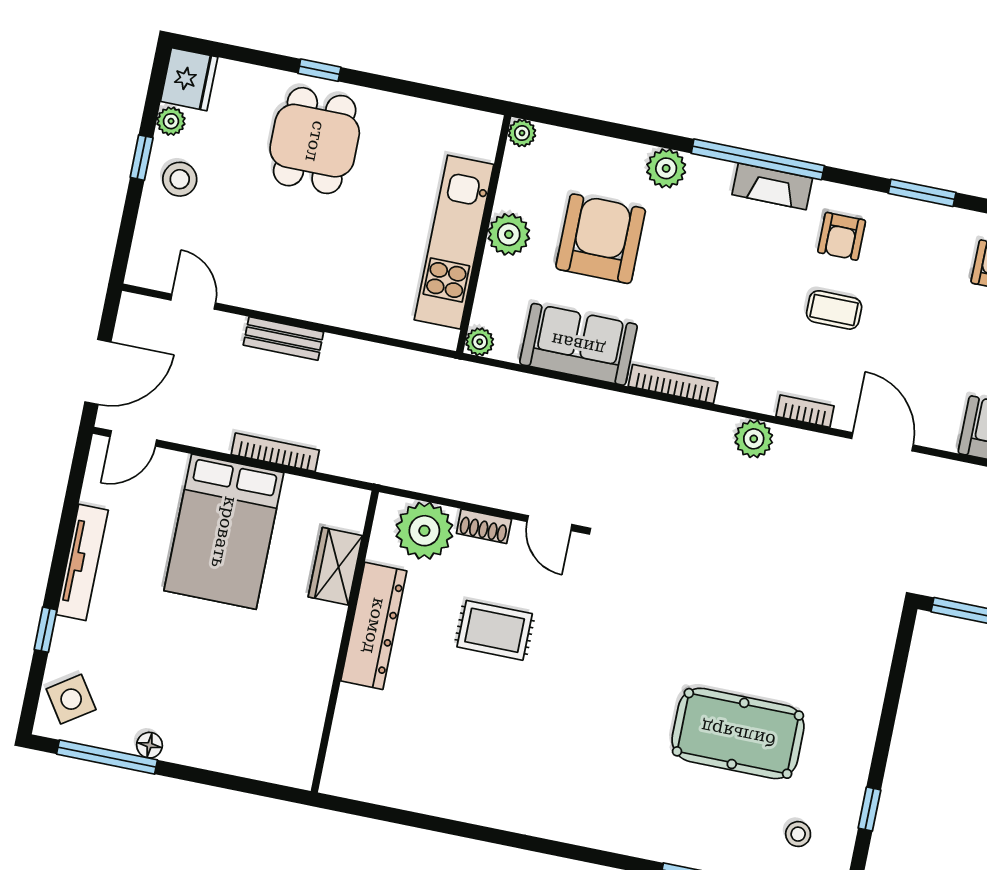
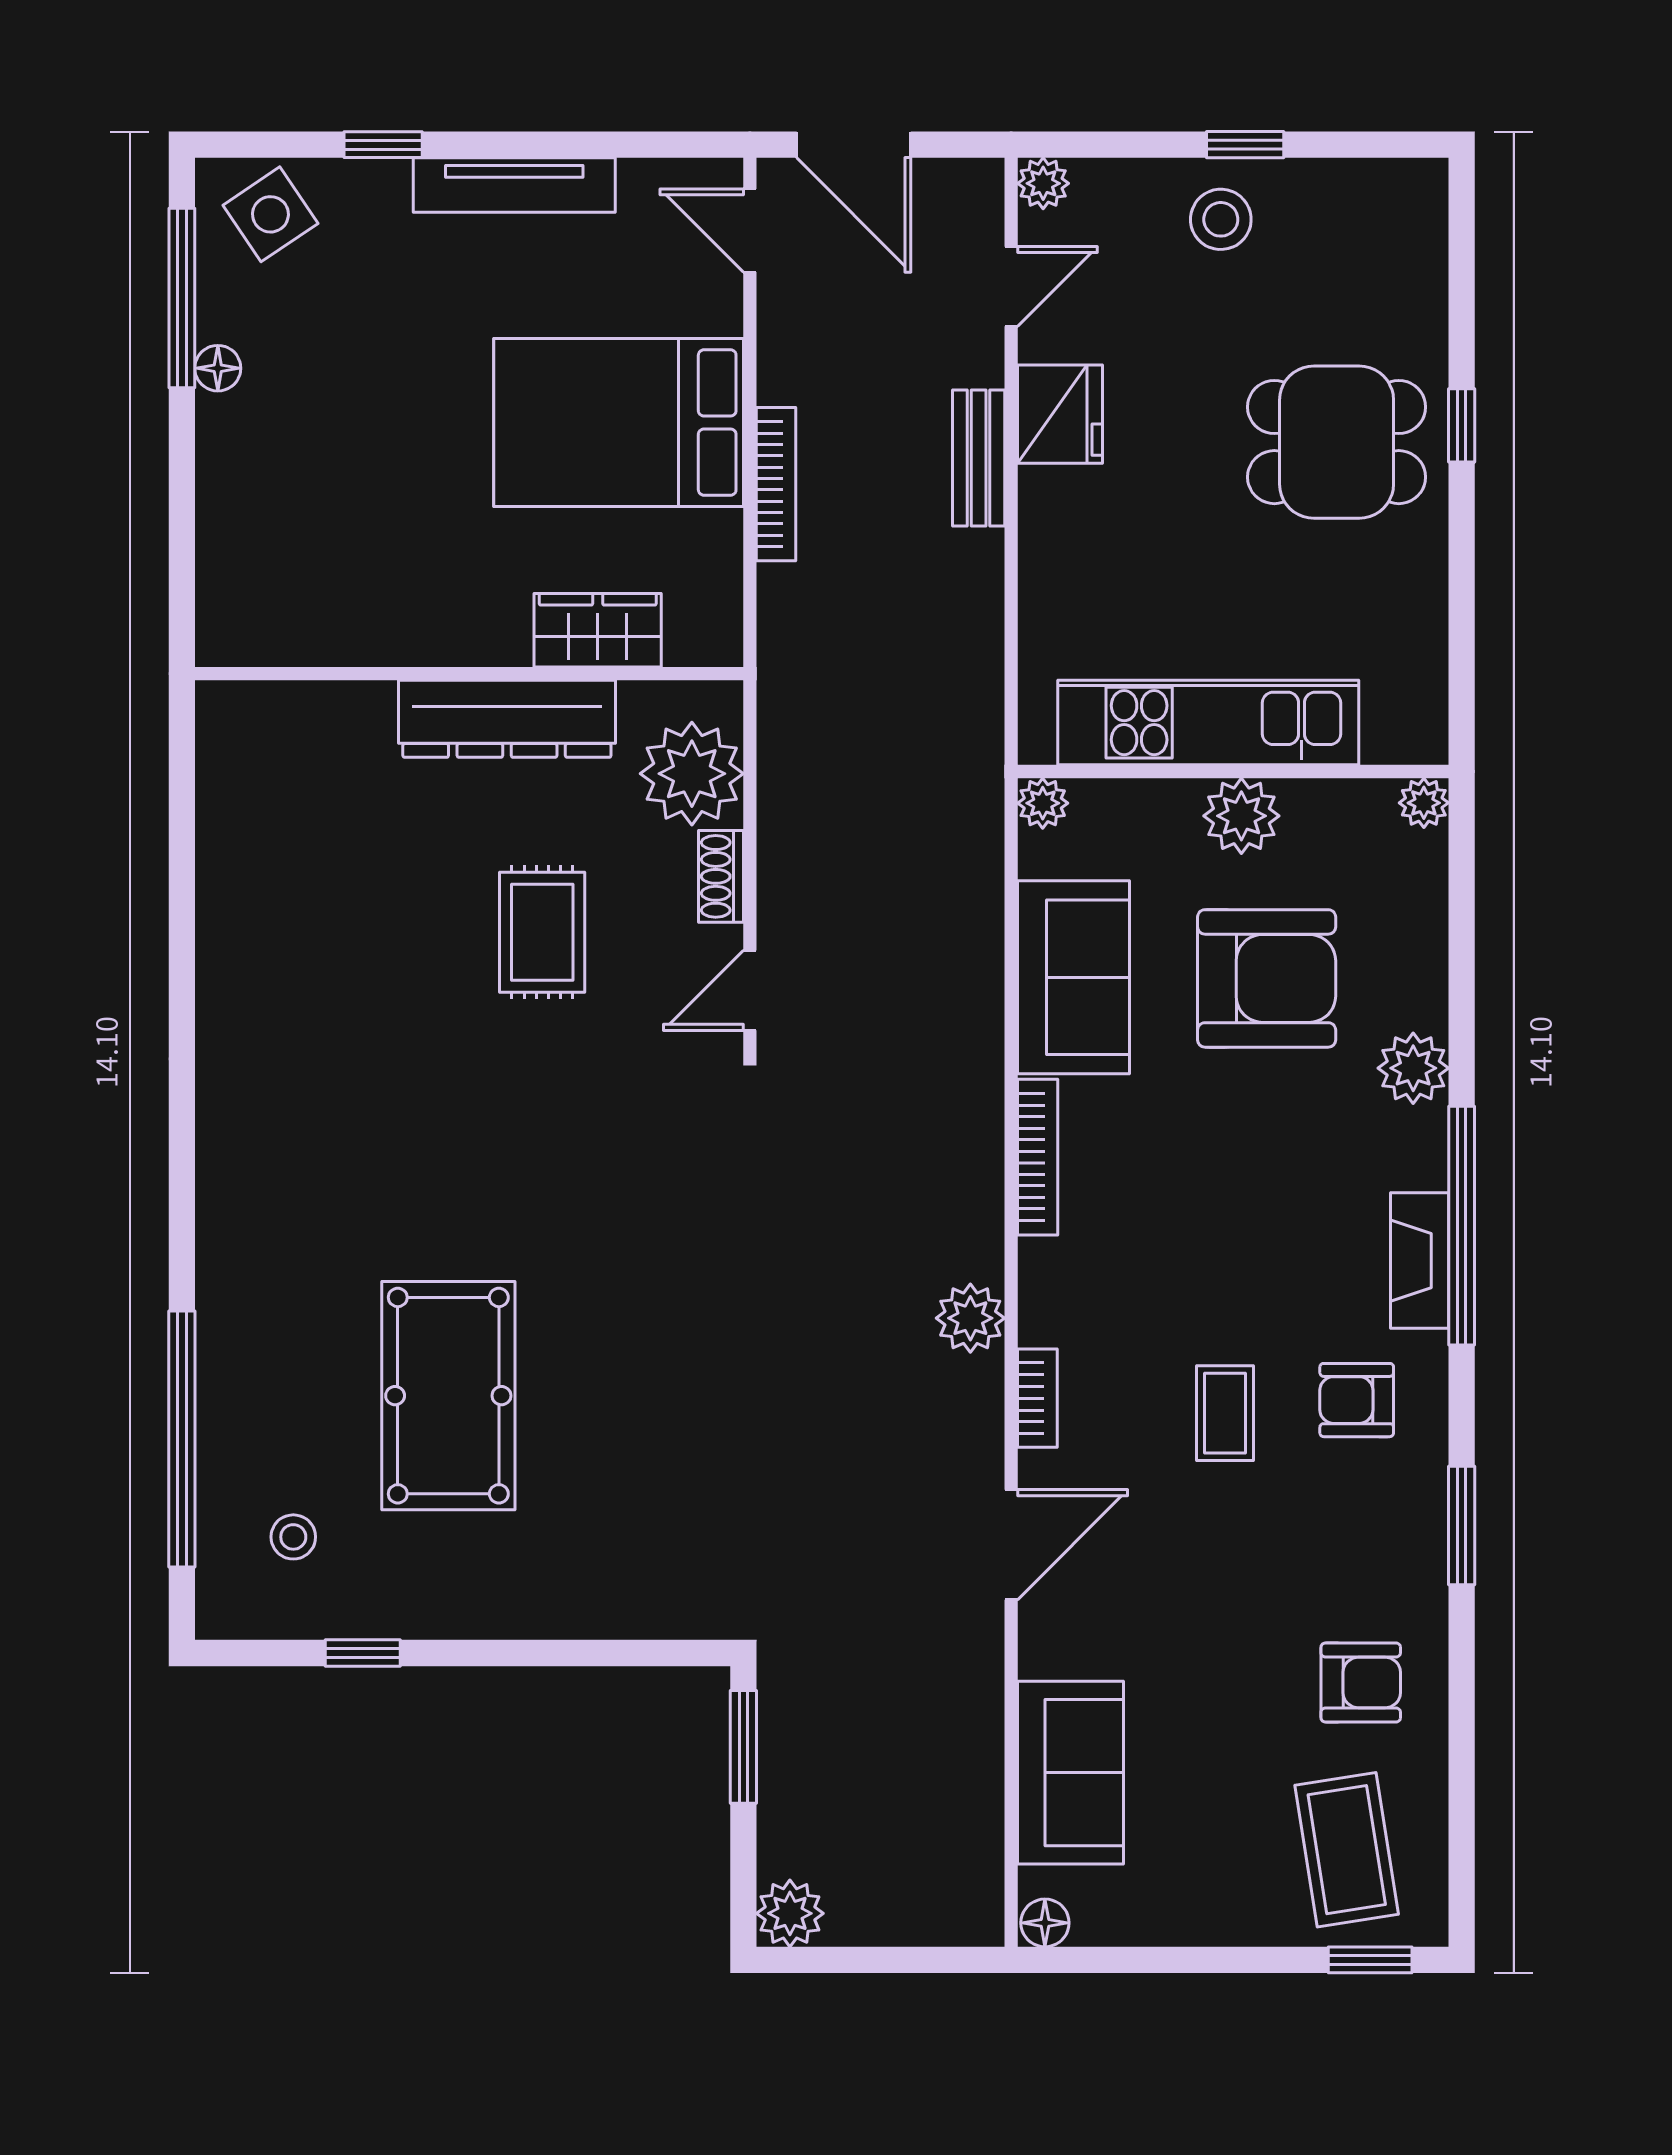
fridge: (189, 79) -> (1060, 414), moved, turned -90
plant: (171, 121) -> (1043, 183), moved

